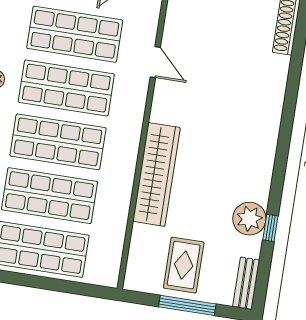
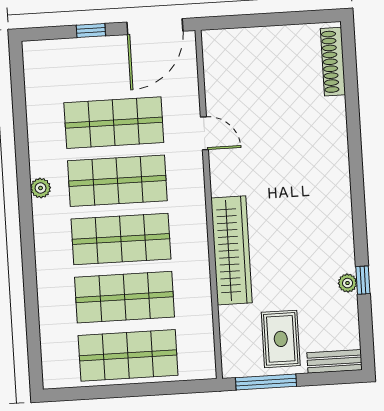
plant: (249, 219) -> (348, 283), width x0.53, depth x0.53
bench: (246, 283) -> (335, 361), moved, turned 90
window: (187, 305) -> (266, 382), moved

